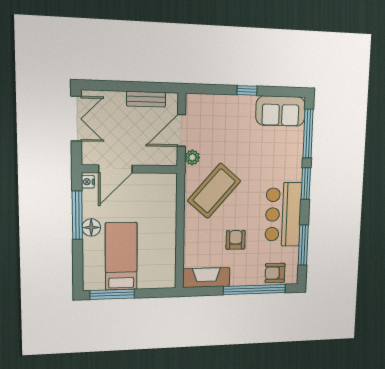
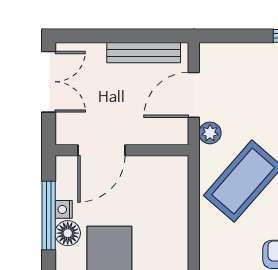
bench: (146, 99) -> (144, 53), width x1.36
nightstand: (88, 182) -> (64, 209), moved

